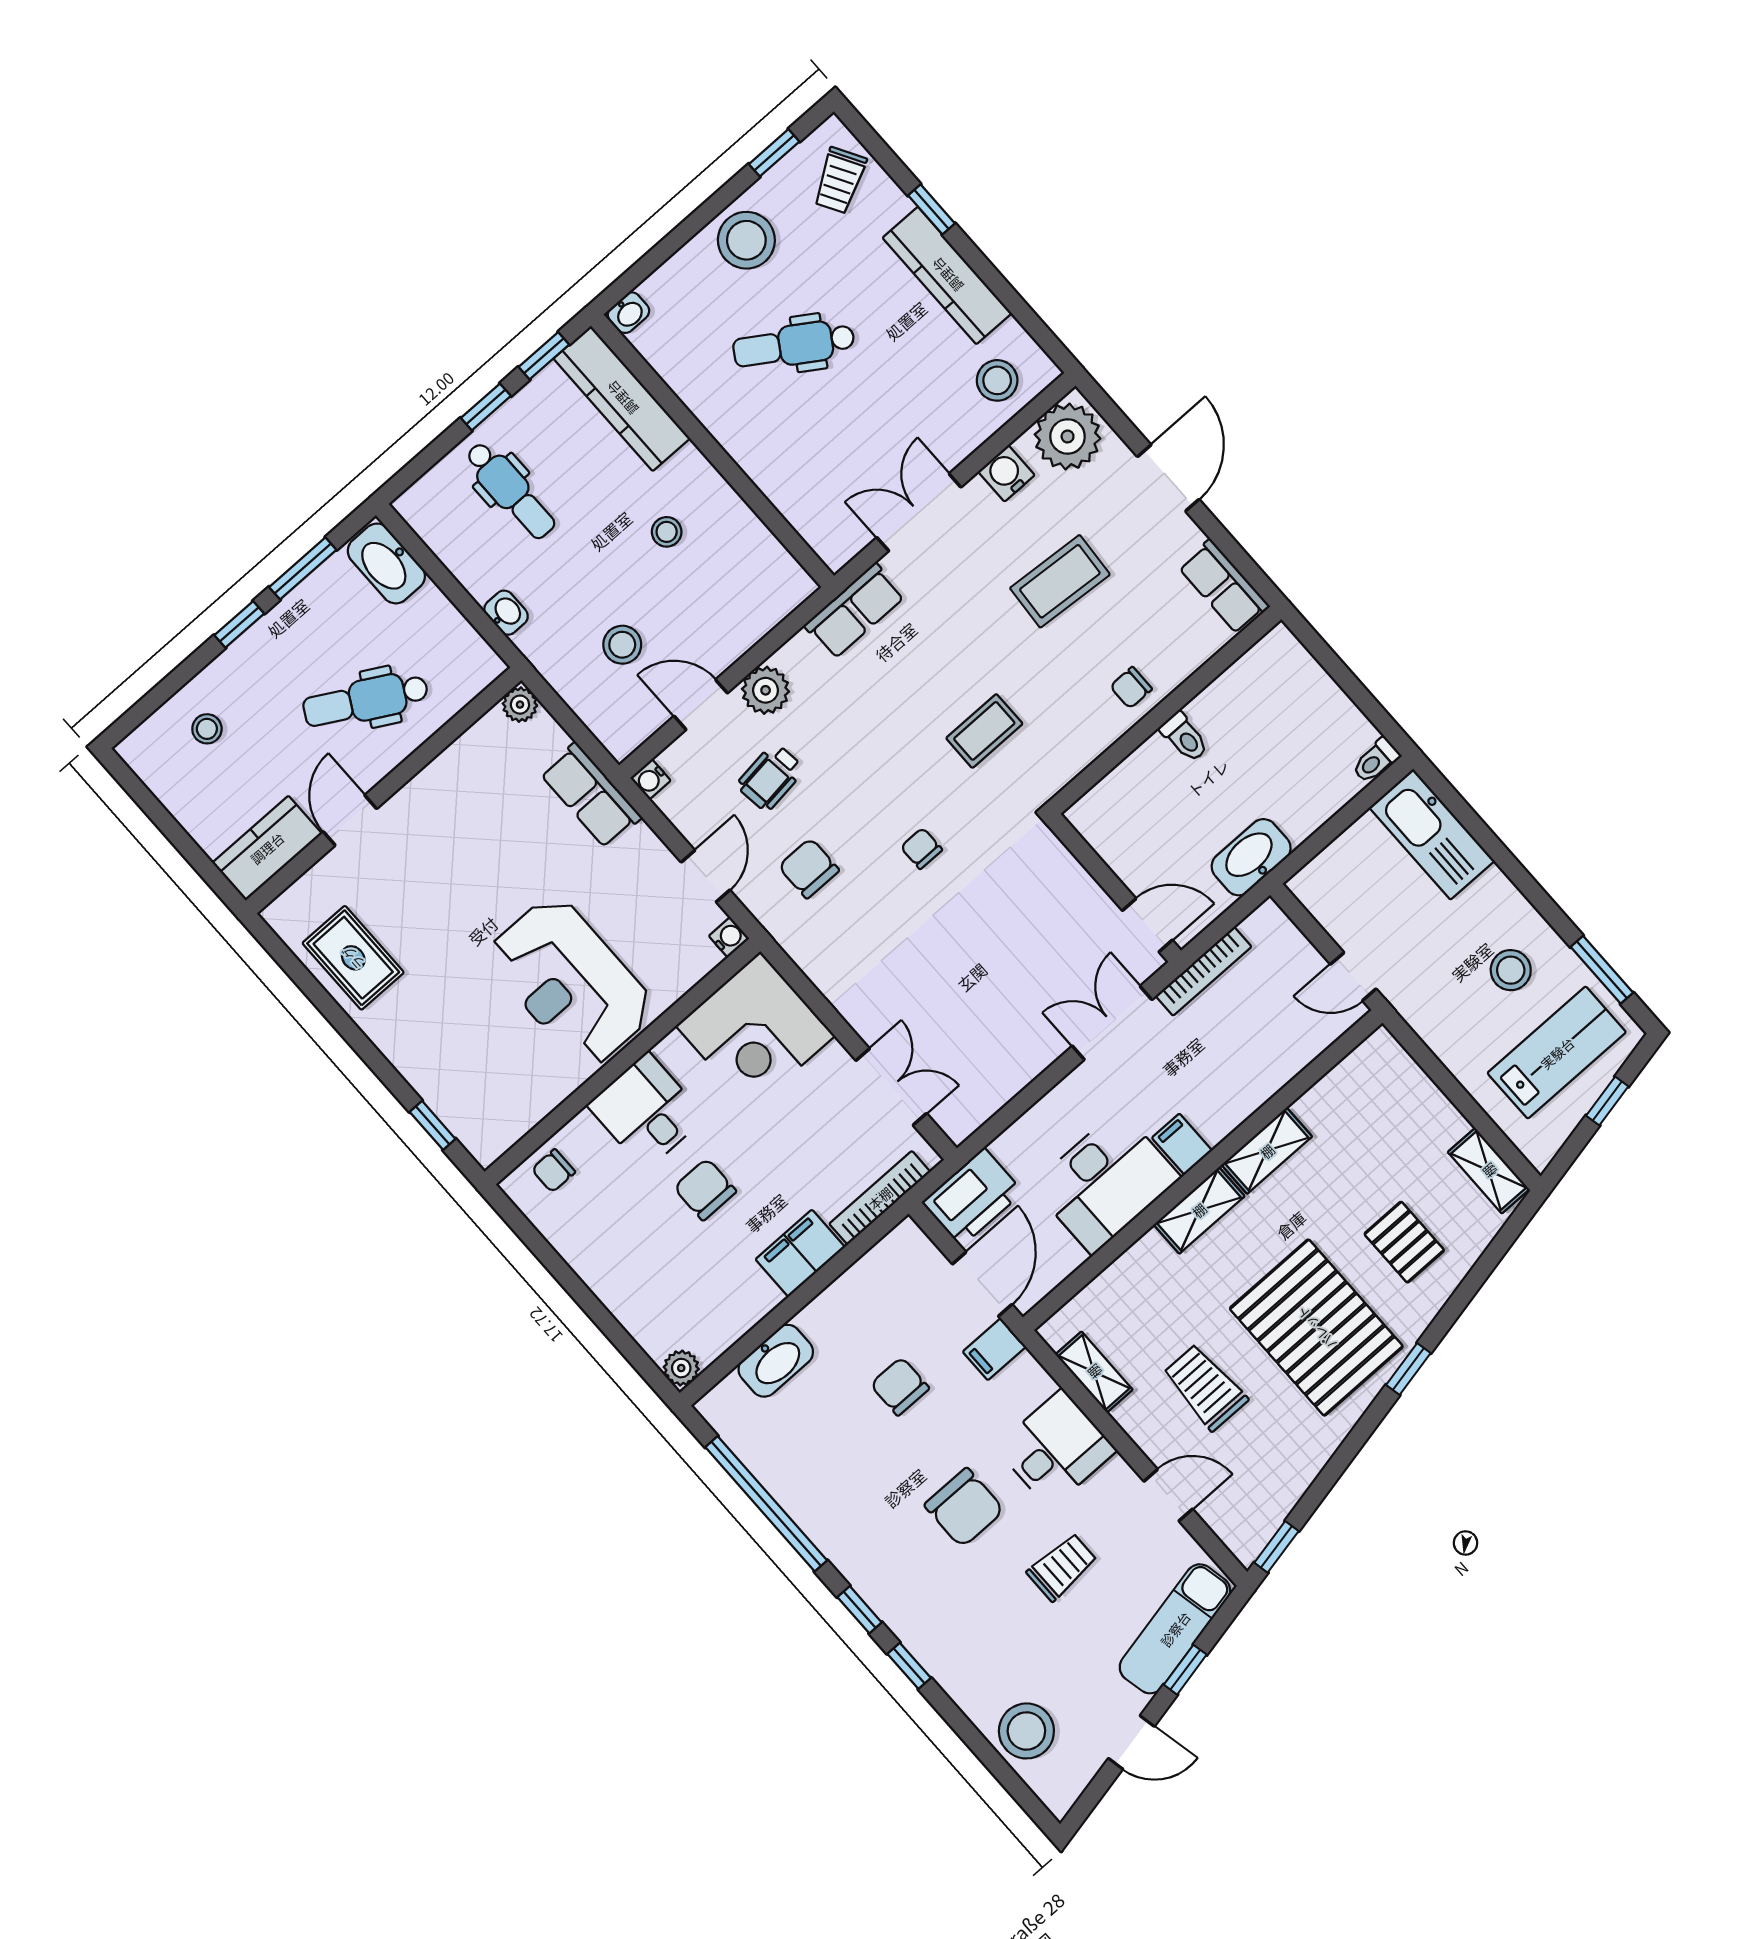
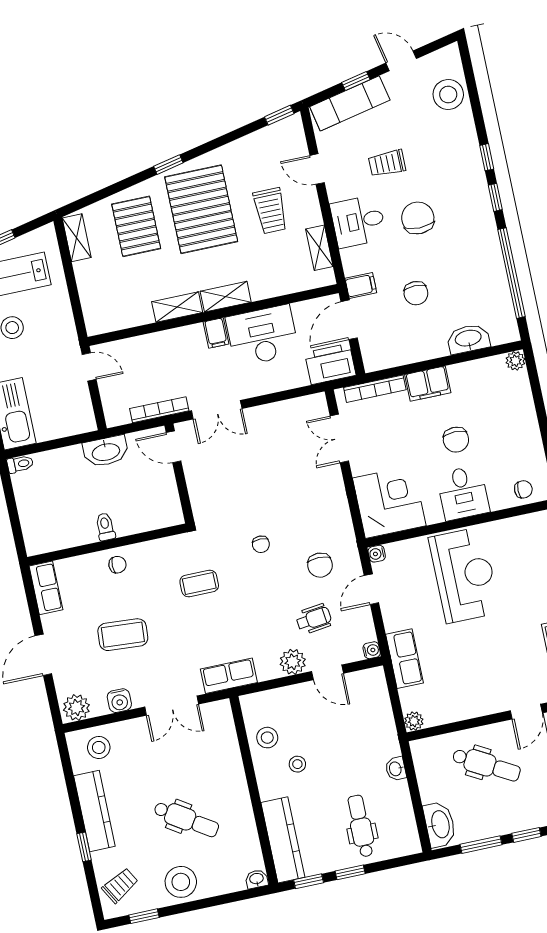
plant: (1068, 436) -> (76, 707), width x0.73, depth x0.73
stool: (622, 645) -> (267, 738), moved
pallet: (1404, 1242) -> (136, 226), width x1.50, depth x1.42

